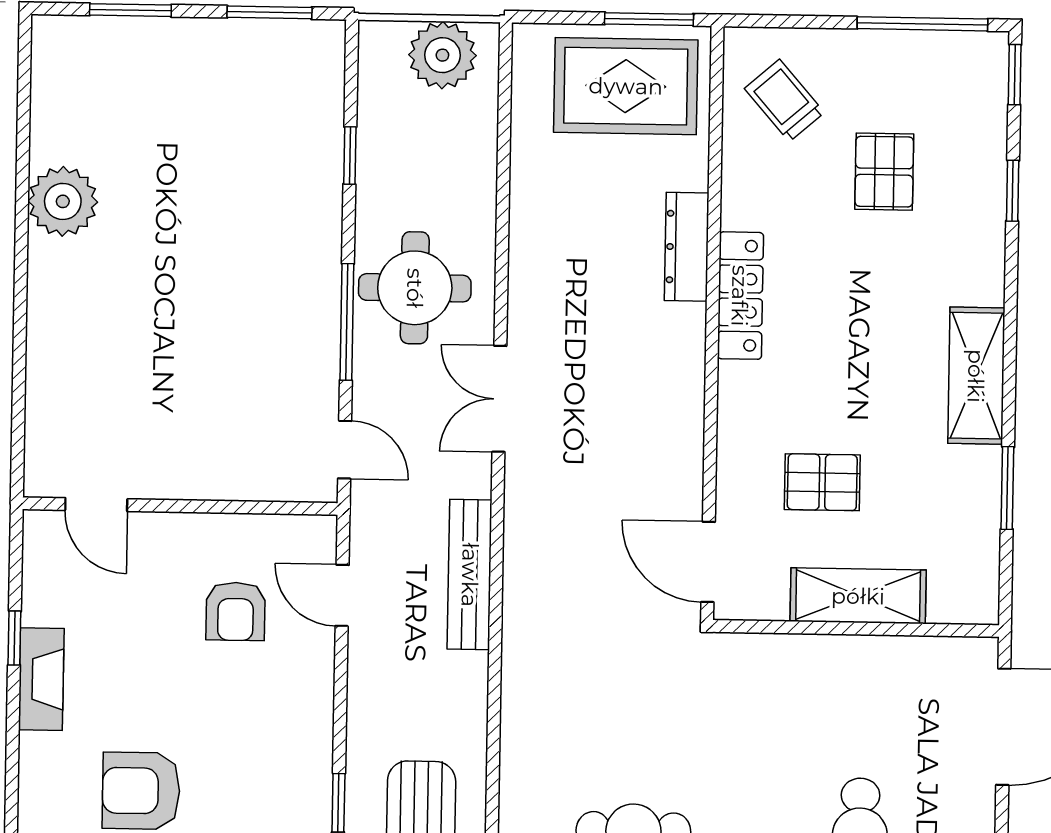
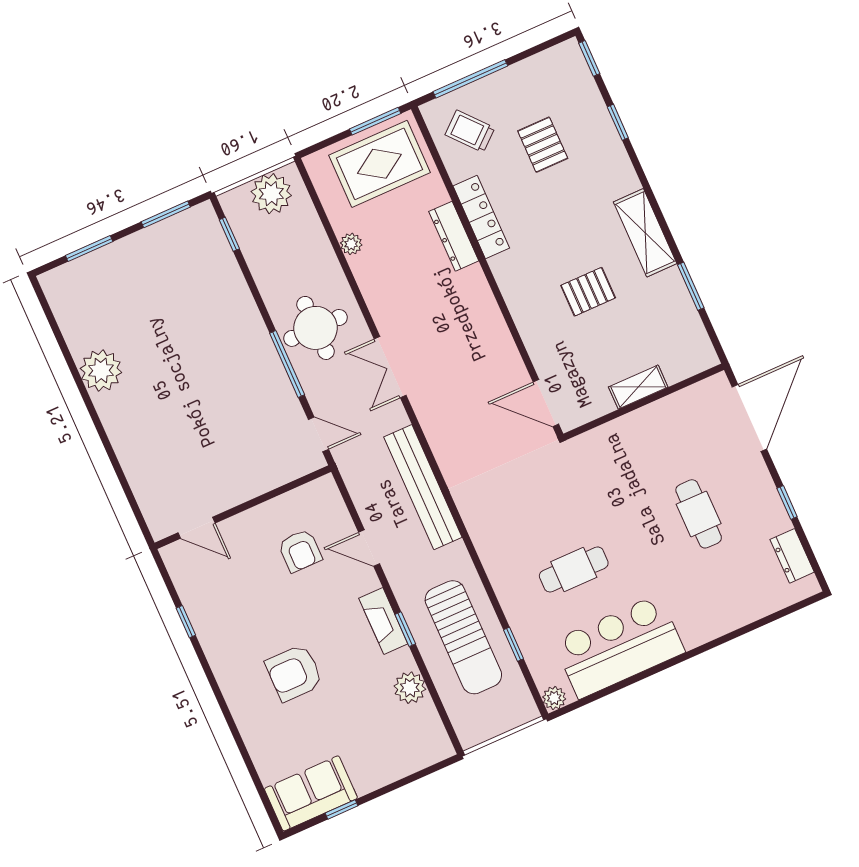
window: (922, 24) -> (470, 79), moved
window: (350, 156) -> (229, 234), moved
plant: (527, 187) -> (351, 244), added
locker: (740, 296) -> (481, 217), moved
pallet: (822, 482) -> (588, 292), moved
bench: (470, 575) -> (423, 487), width x1.37, depth x1.21
door: (342, 595) -> (369, 548), moved
shelving: (858, 596) -> (638, 387), width x0.67, depth x0.75
fireplace: (41, 679) -> (383, 621), moved, turned 180

